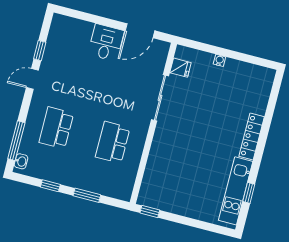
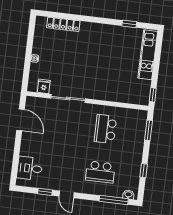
desk: (106, 43) -> (30, 168), moved
locker: (252, 137) -> (63, 24), moved
school desk: (113, 142) -> (105, 129), turned 90
kitchen unit: (236, 191) -> (148, 55), moved, turned 90
window: (87, 195) -> (148, 130), moved

